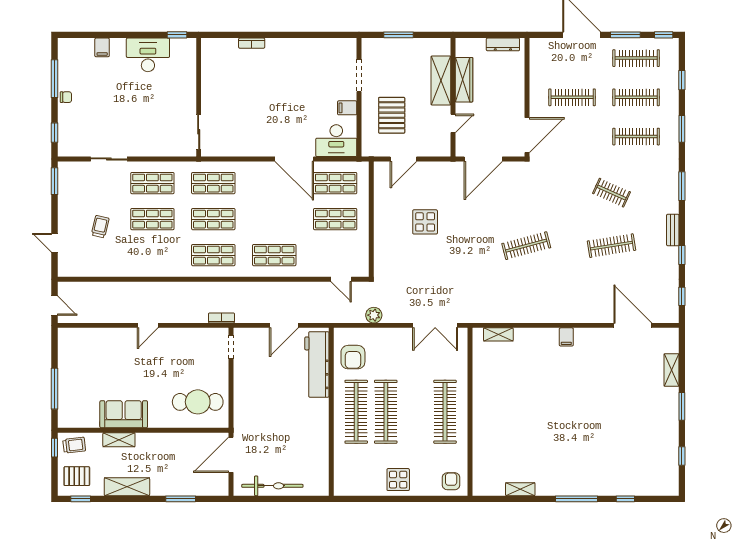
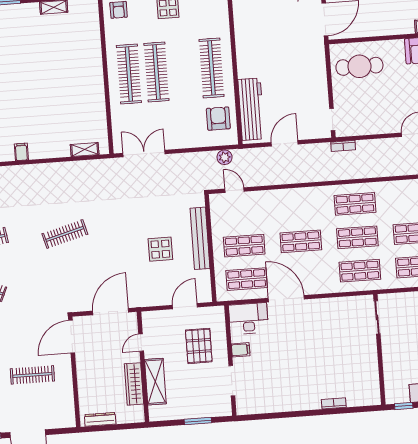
bench: (382, 230) -> (200, 238), added
shop shelf: (274, 255) -> (301, 241), moved
plant: (374, 315) -> (225, 157), moved
clothes rail: (386, 412) -> (156, 72), moved

